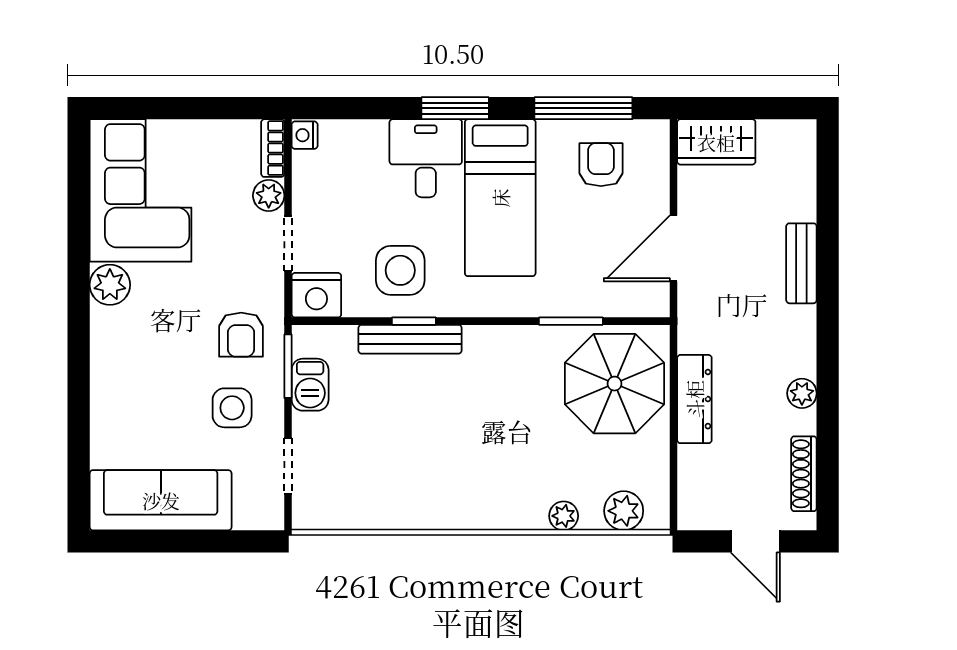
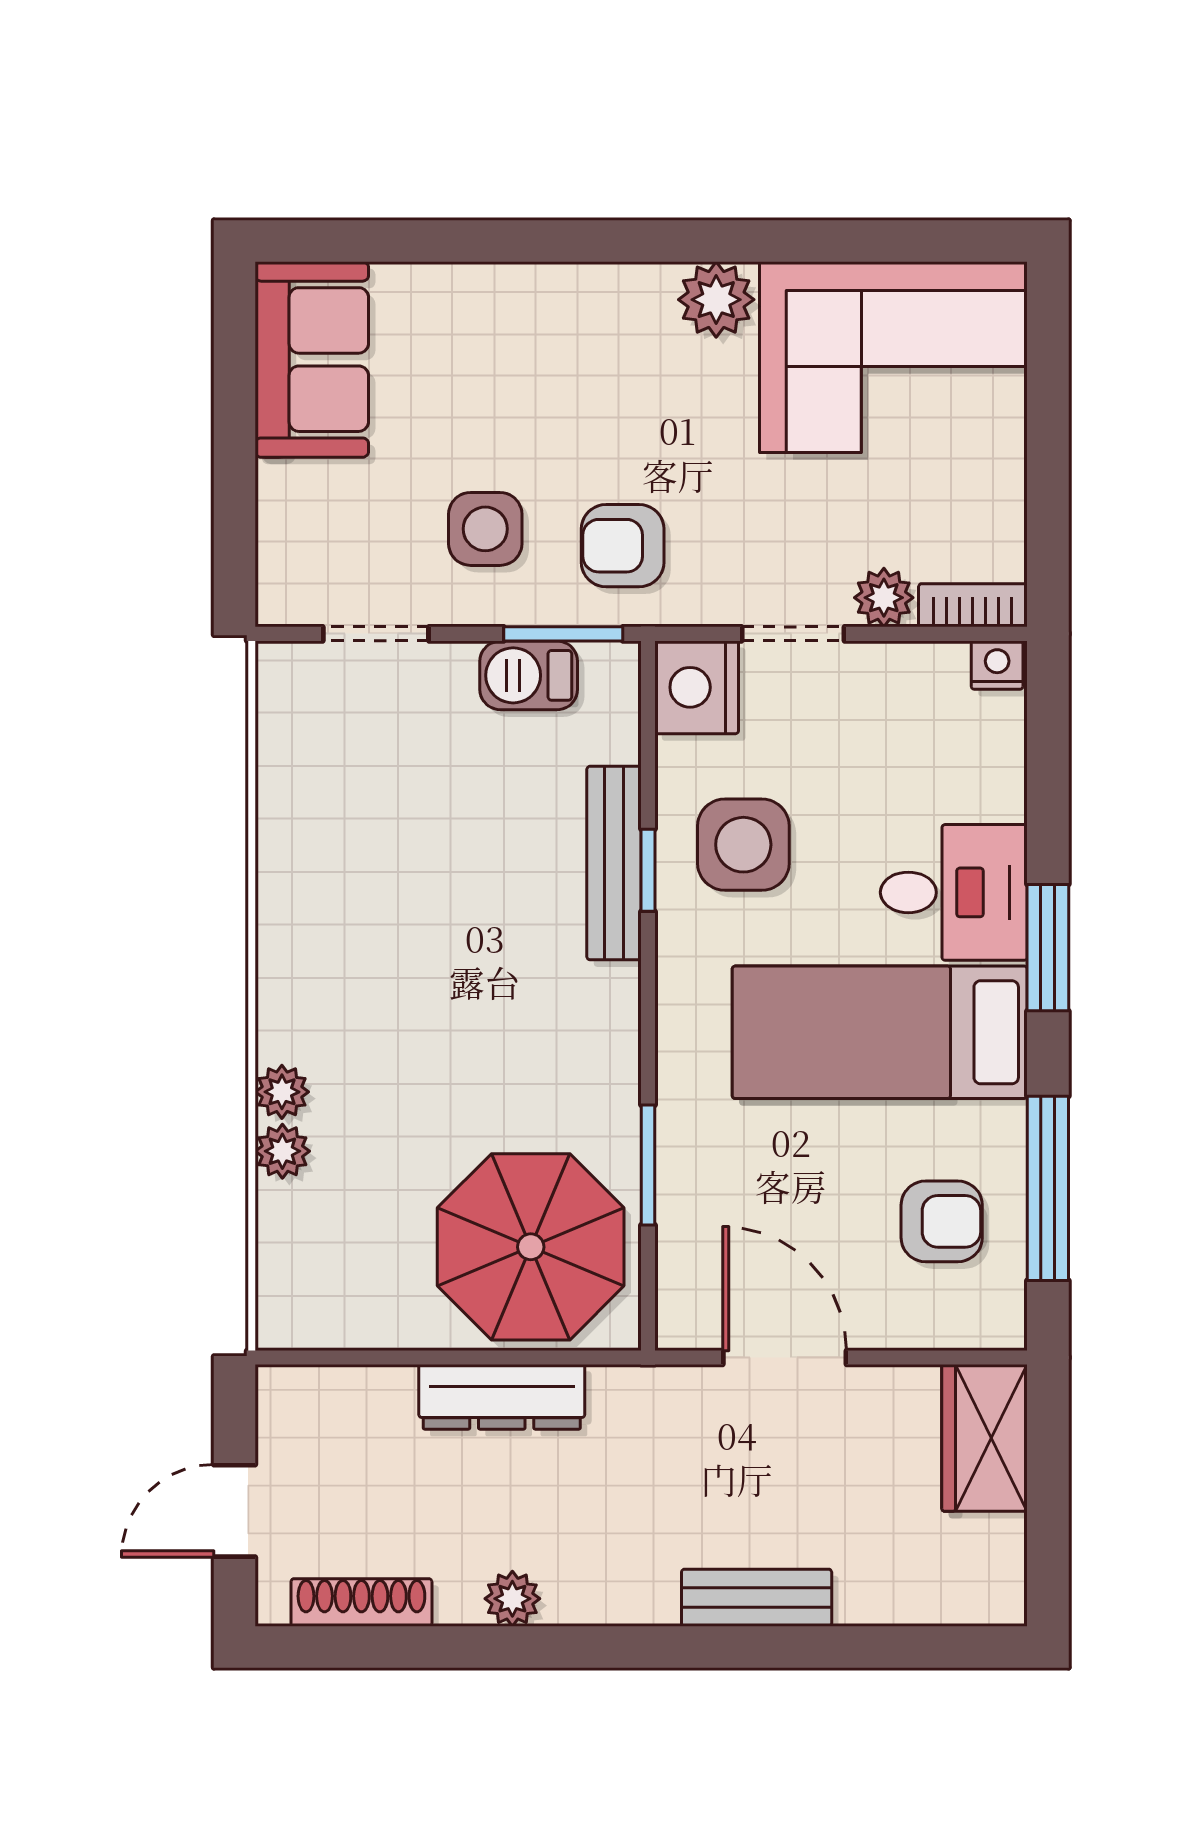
sofa: (161, 500) -> (312, 360), width x0.73
plant: (624, 511) -> (282, 1092), moved, width x0.73, depth x0.73

